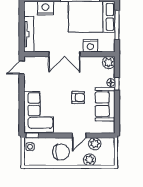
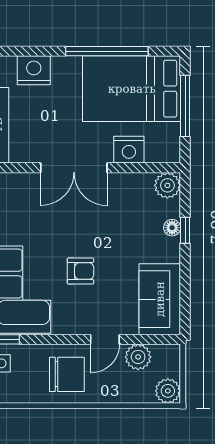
armchair: (78, 97) -> (81, 271), moved
sofa: (105, 104) -> (160, 299), moved
plant: (89, 160) -> (168, 391), moved

